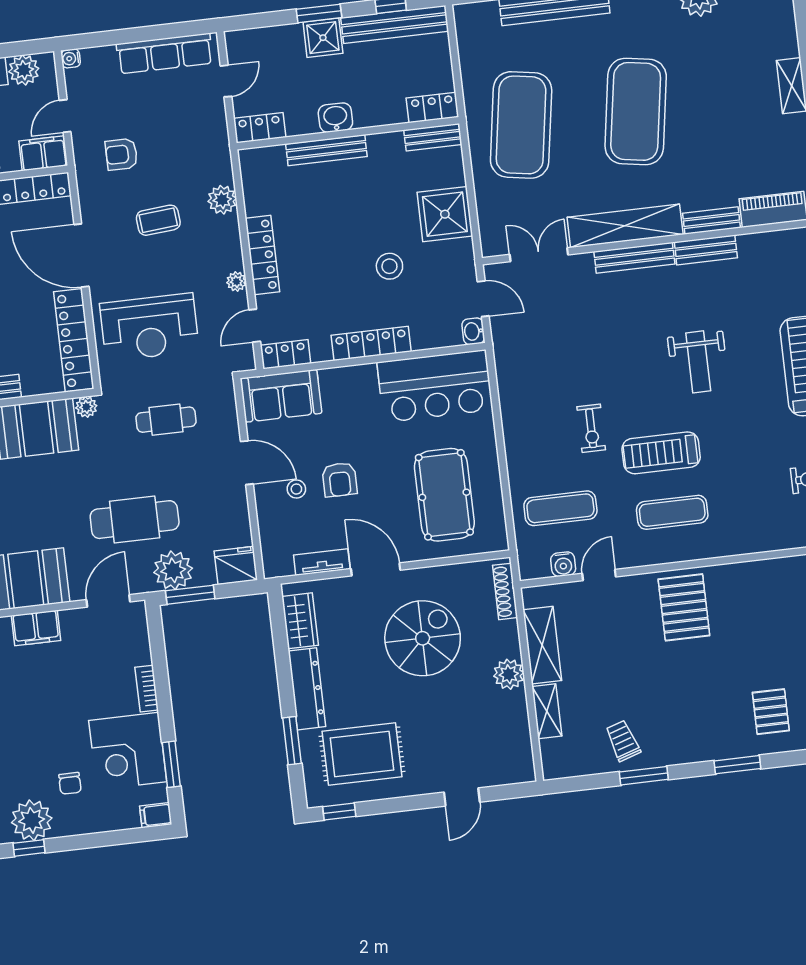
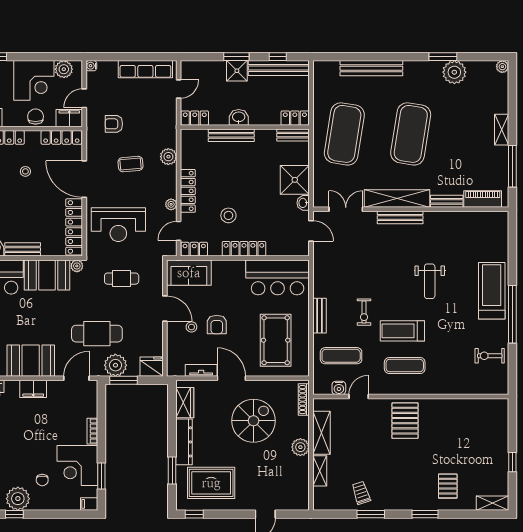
bench: (706, 250) -> (320, 316), moved, turned 90
stool: (389, 266) -> (228, 215), moved
washbasin: (473, 331) -> (303, 203), moved

